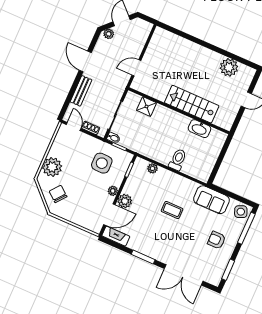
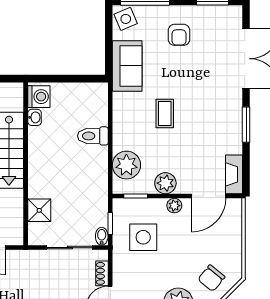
washbasin: (199, 129) -> (35, 117), width x0.52, depth x0.69
washing machine: (217, 137) -> (39, 97), added
plant: (152, 168) -> (126, 165), width x1.88, depth x1.88
plant: (125, 201) -> (165, 183), moved
door: (109, 215) -> (209, 196), swing flipped

